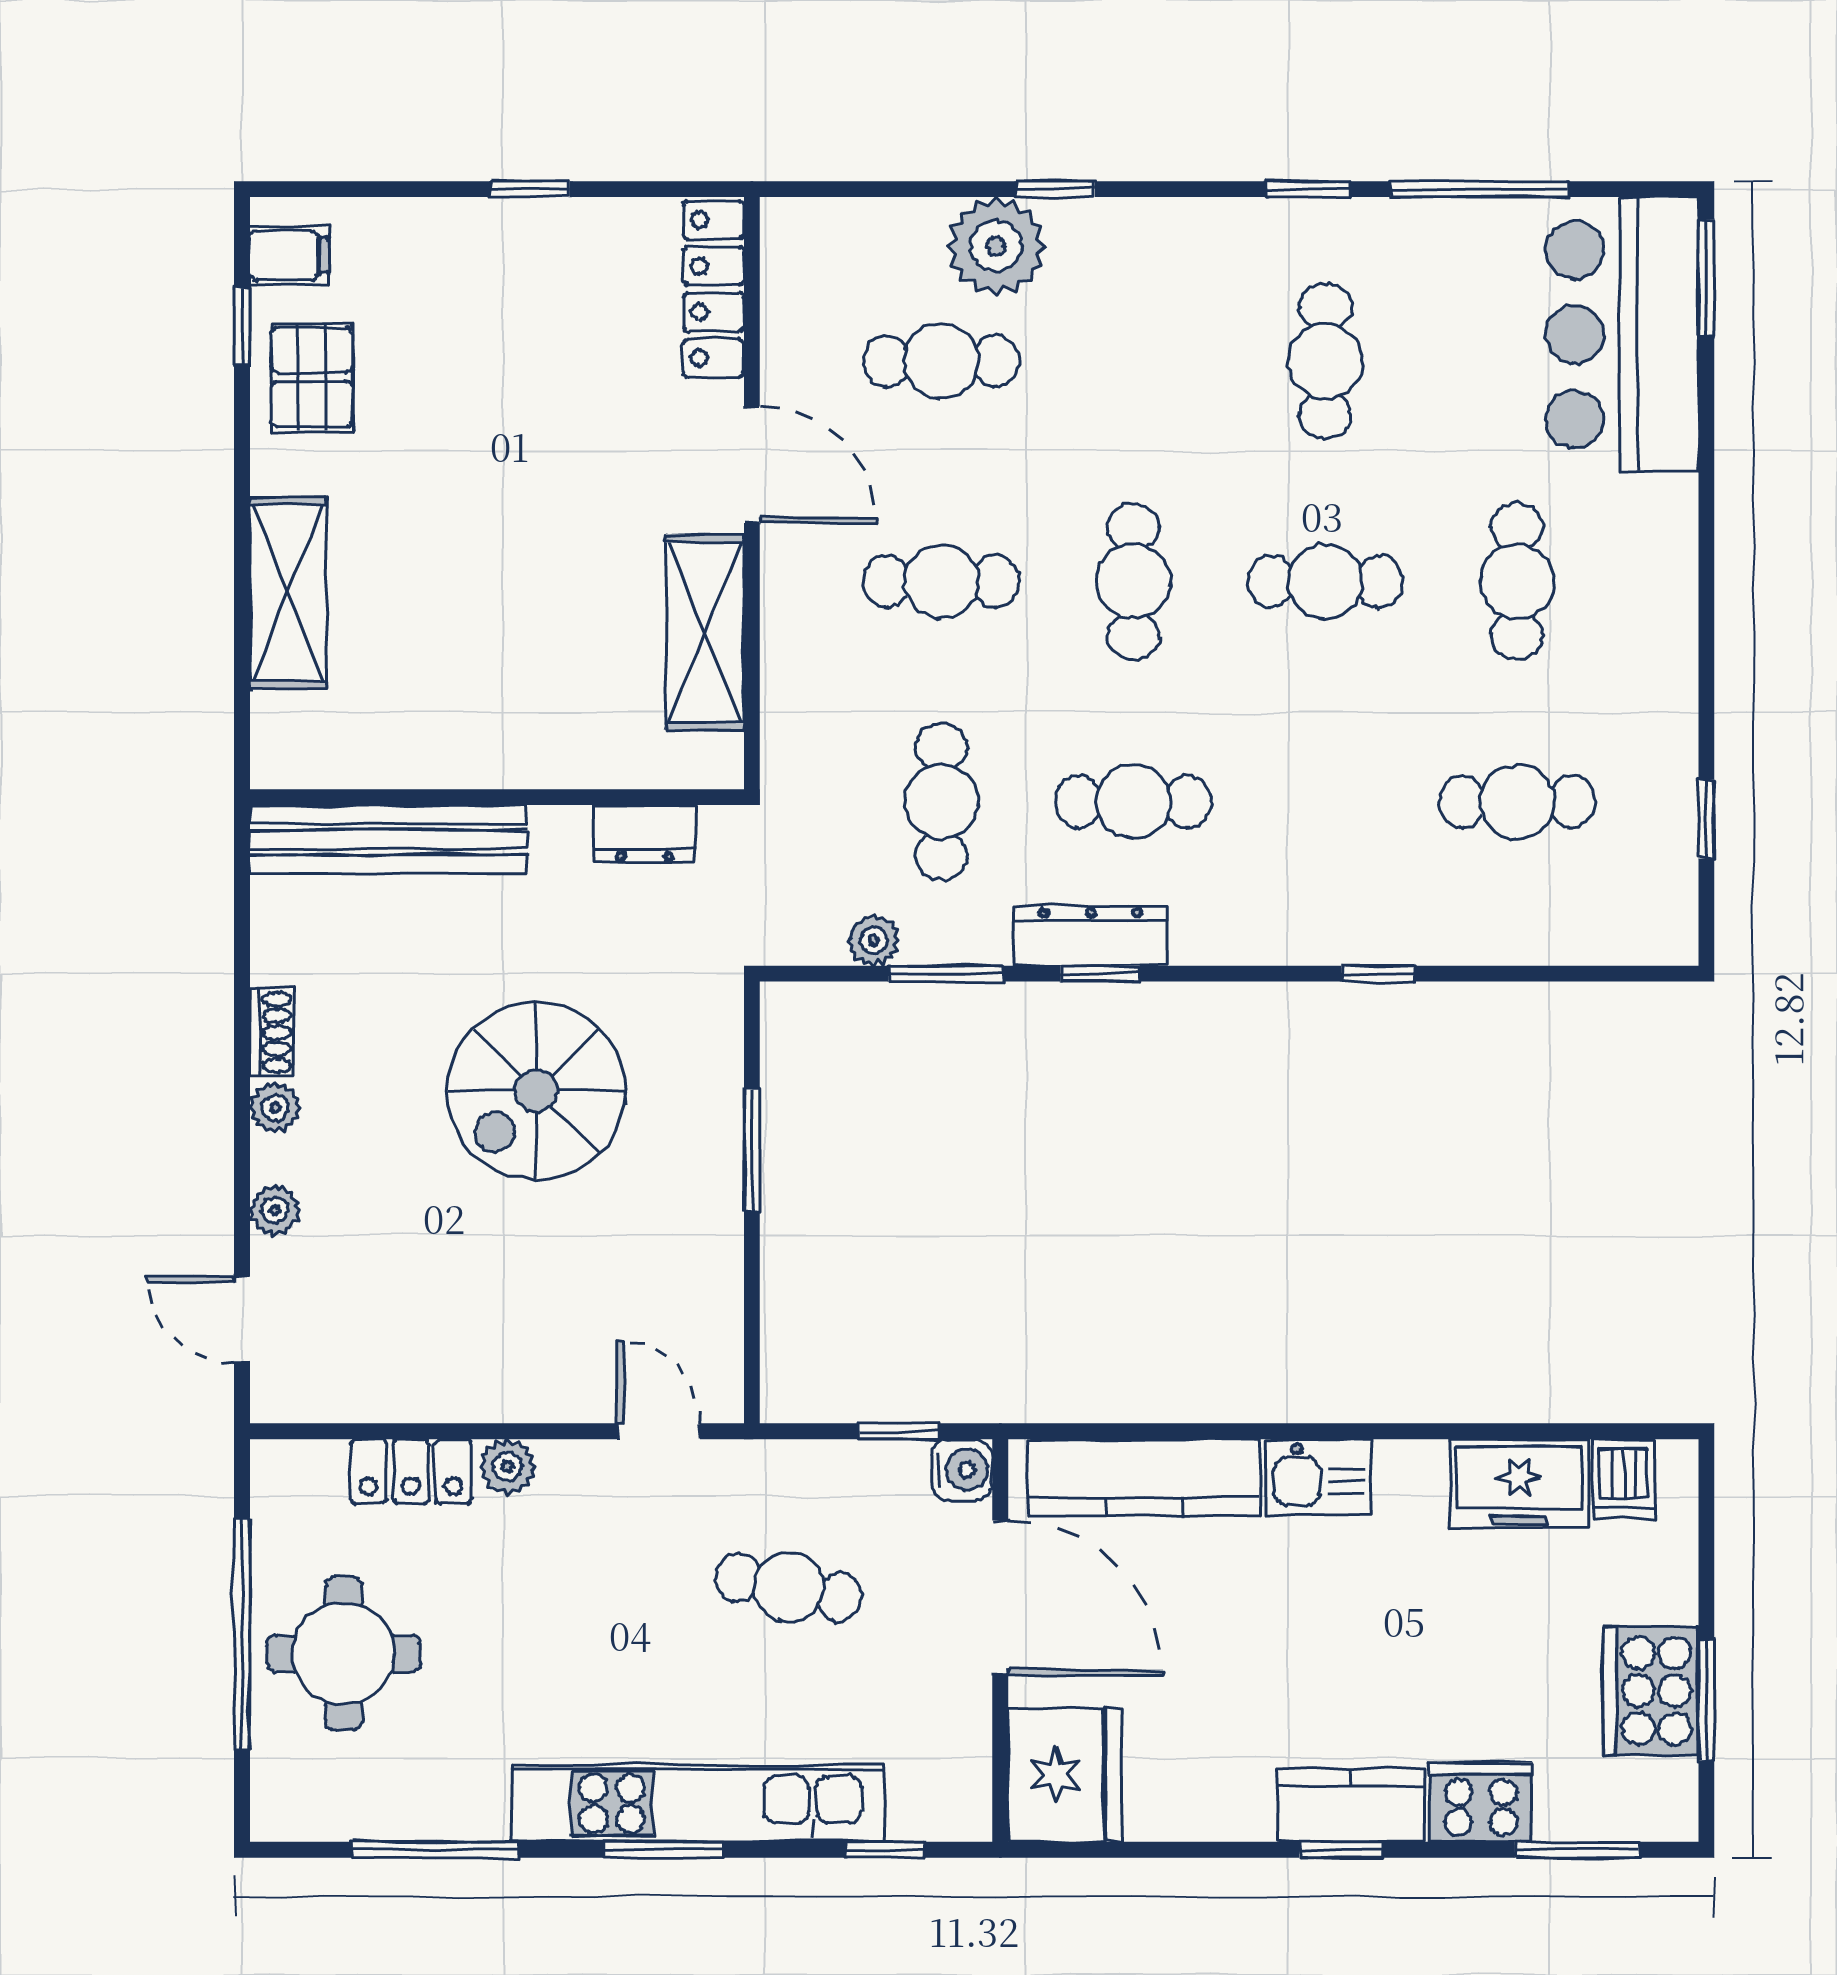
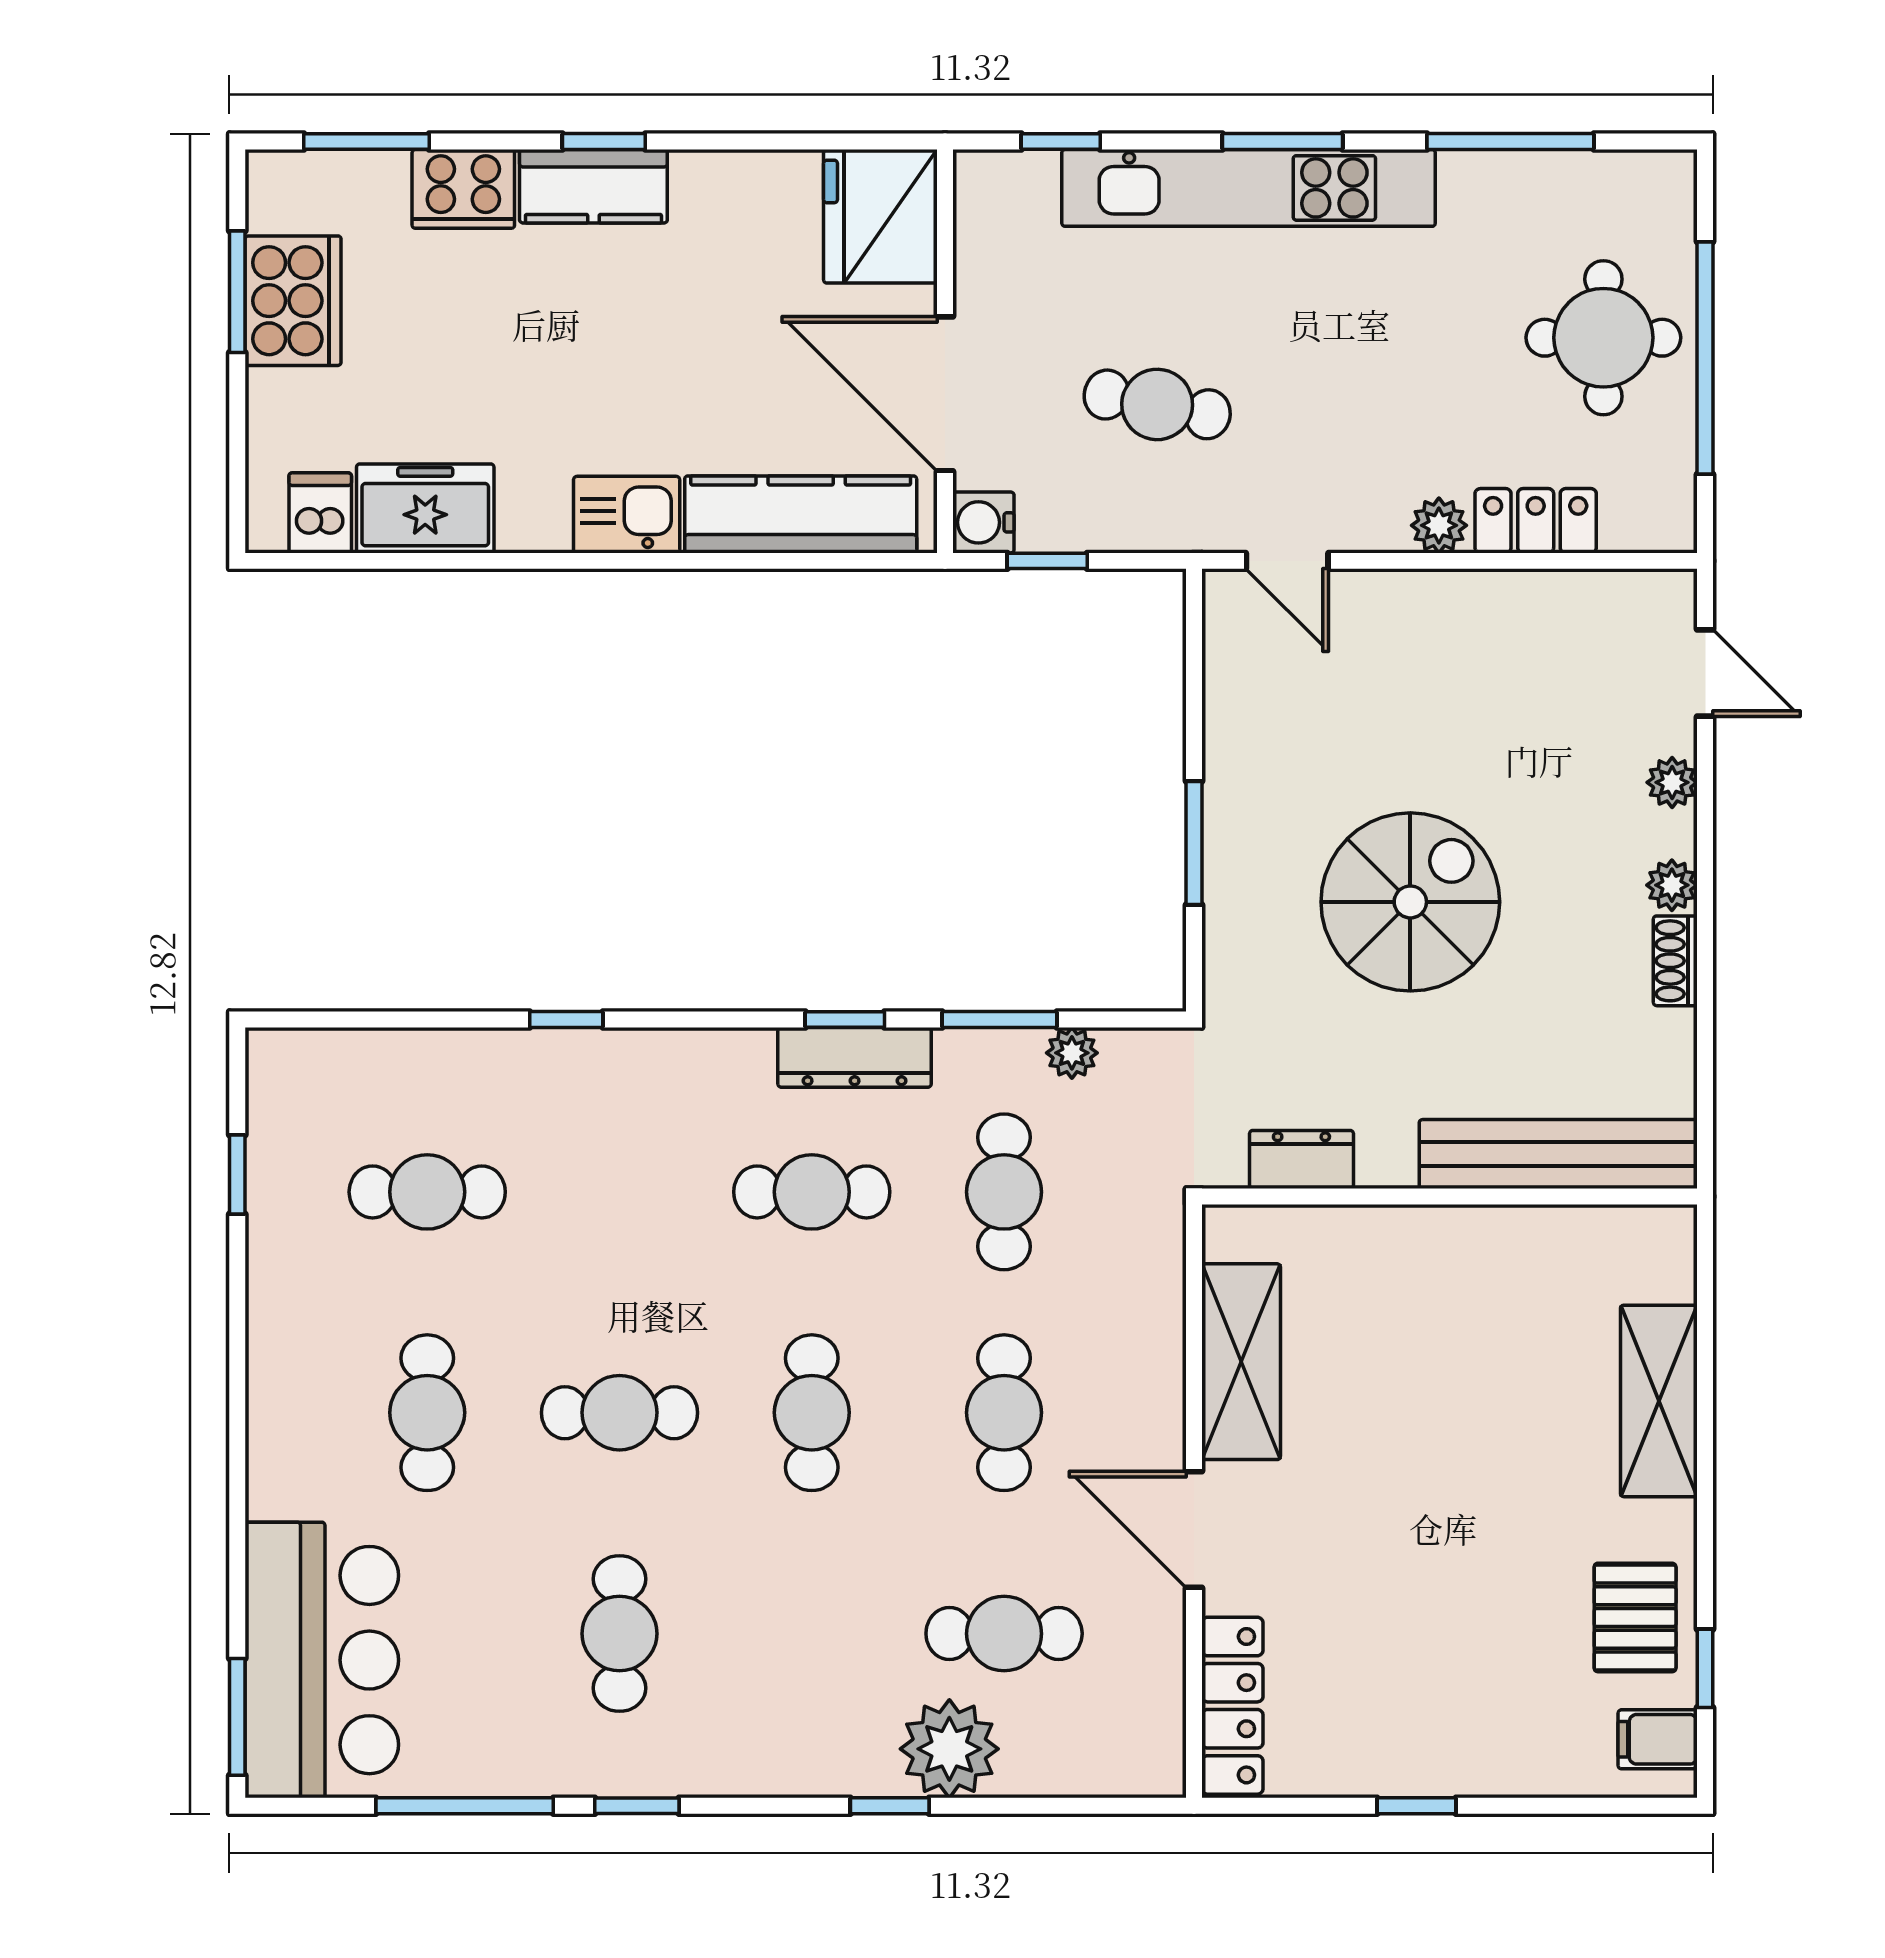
cafe table: (941, 581) -> (1004, 1413), turned 90

